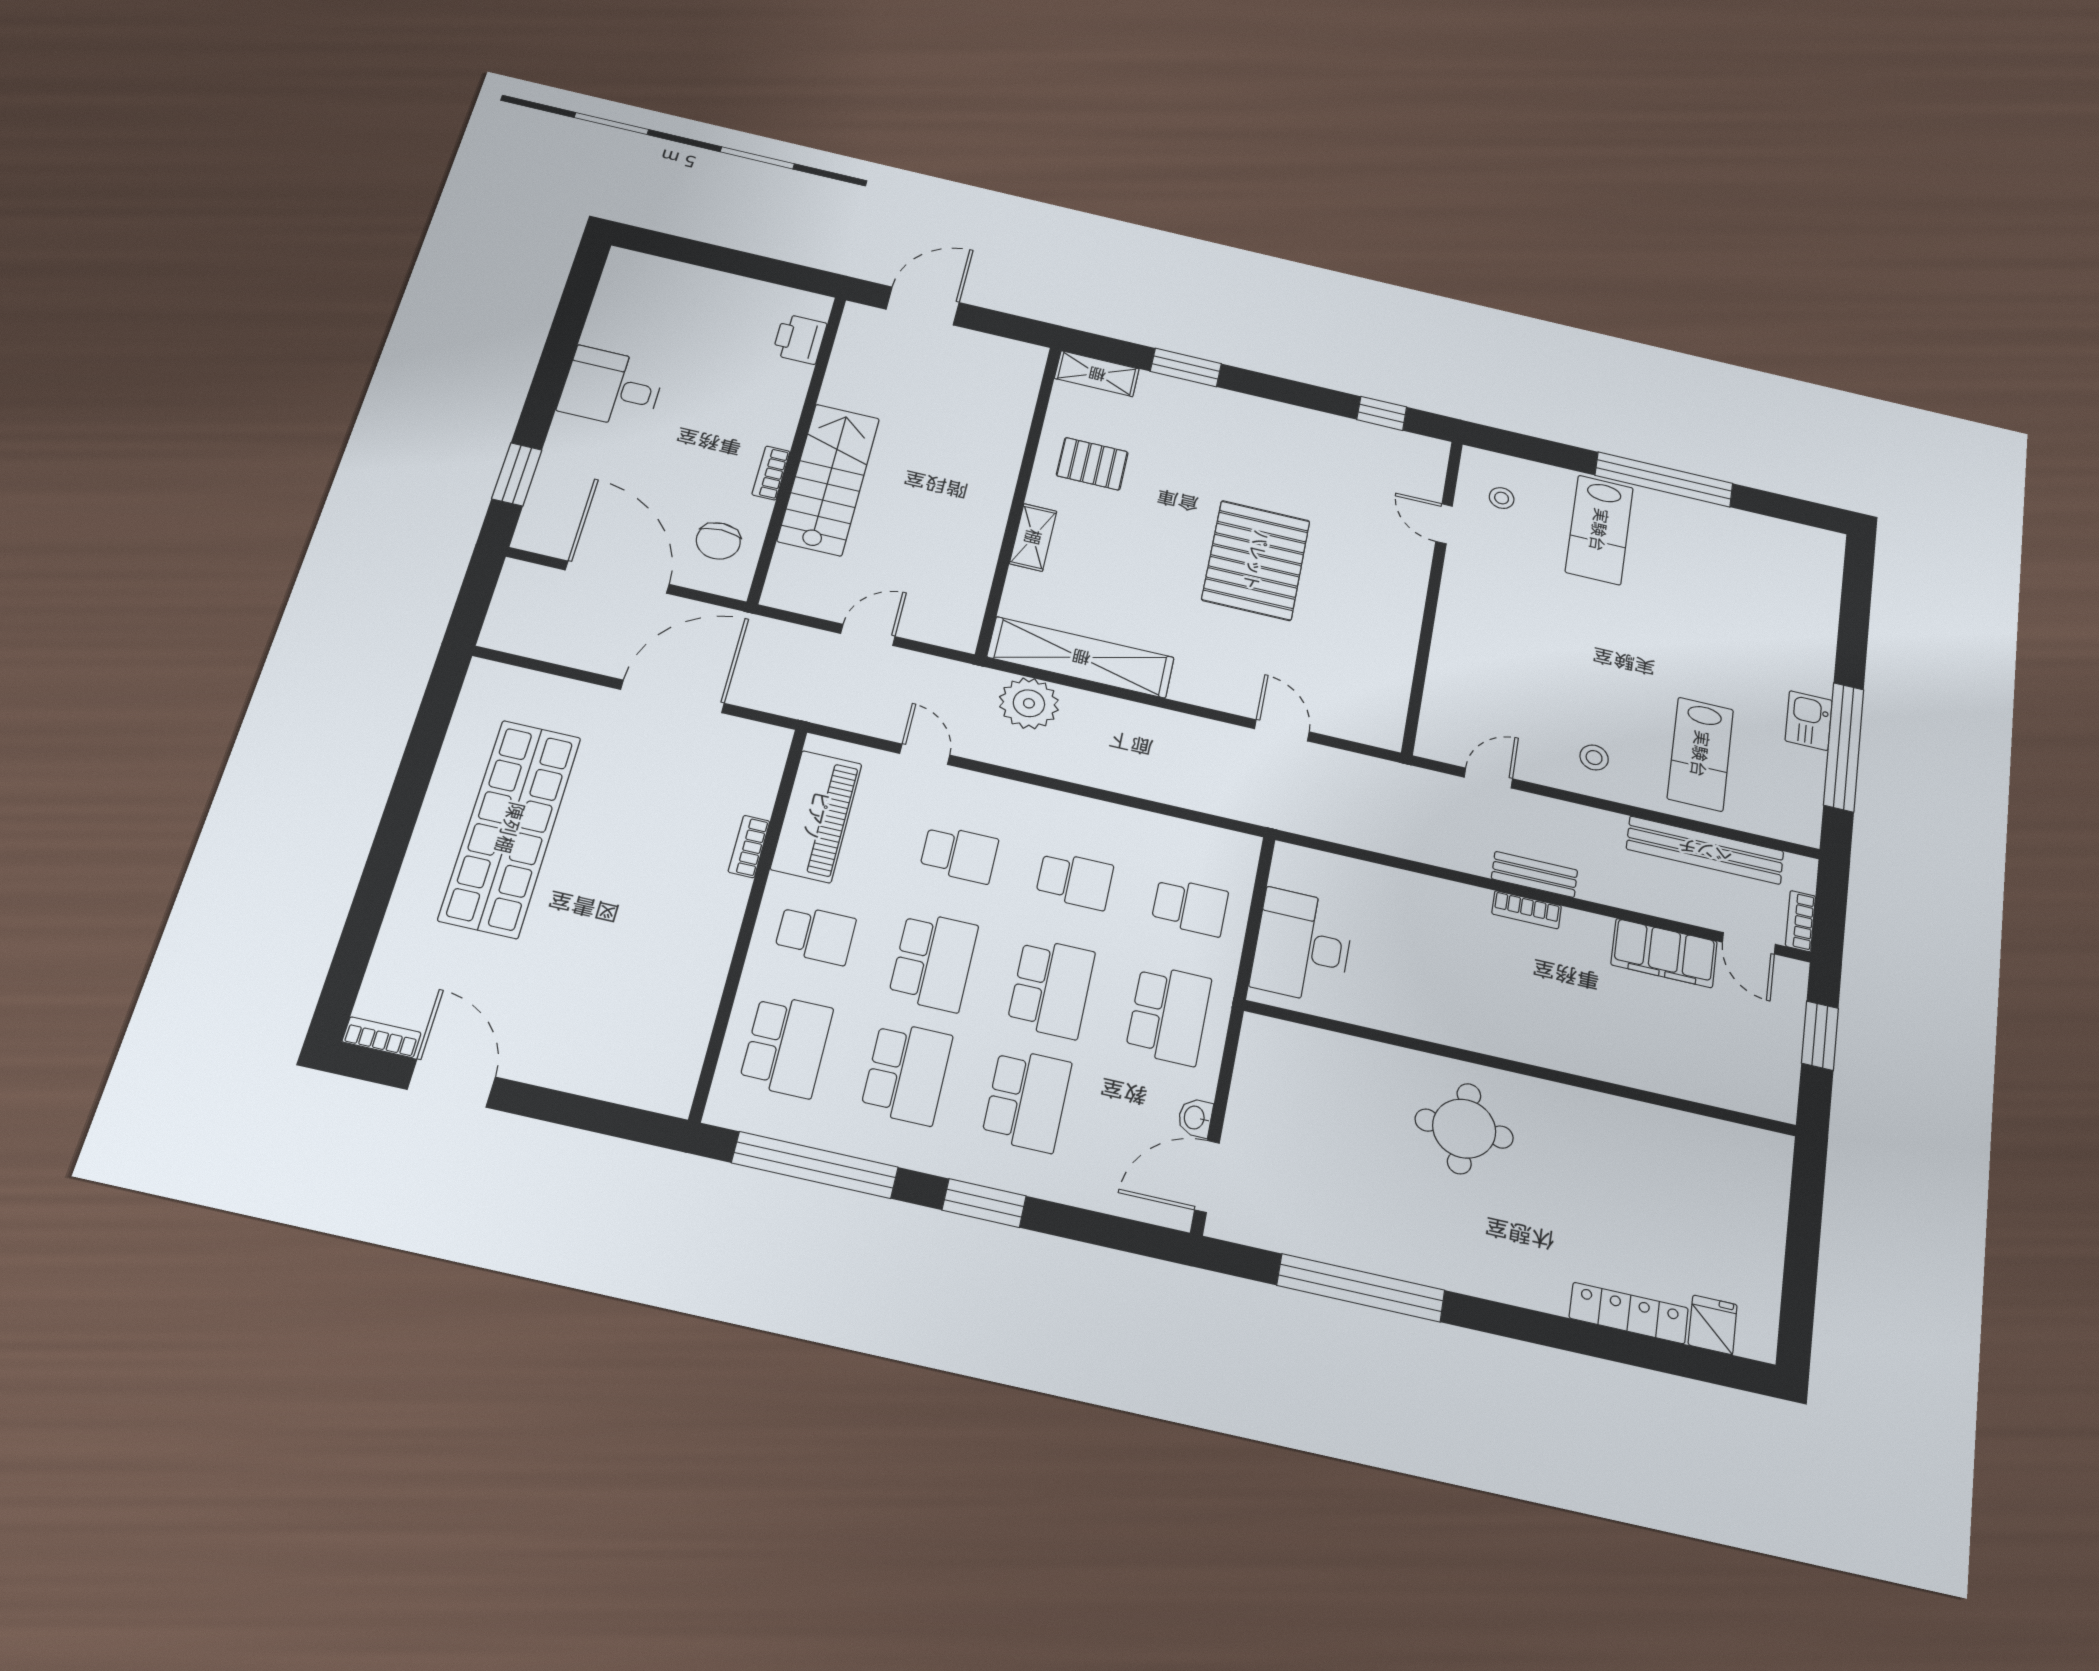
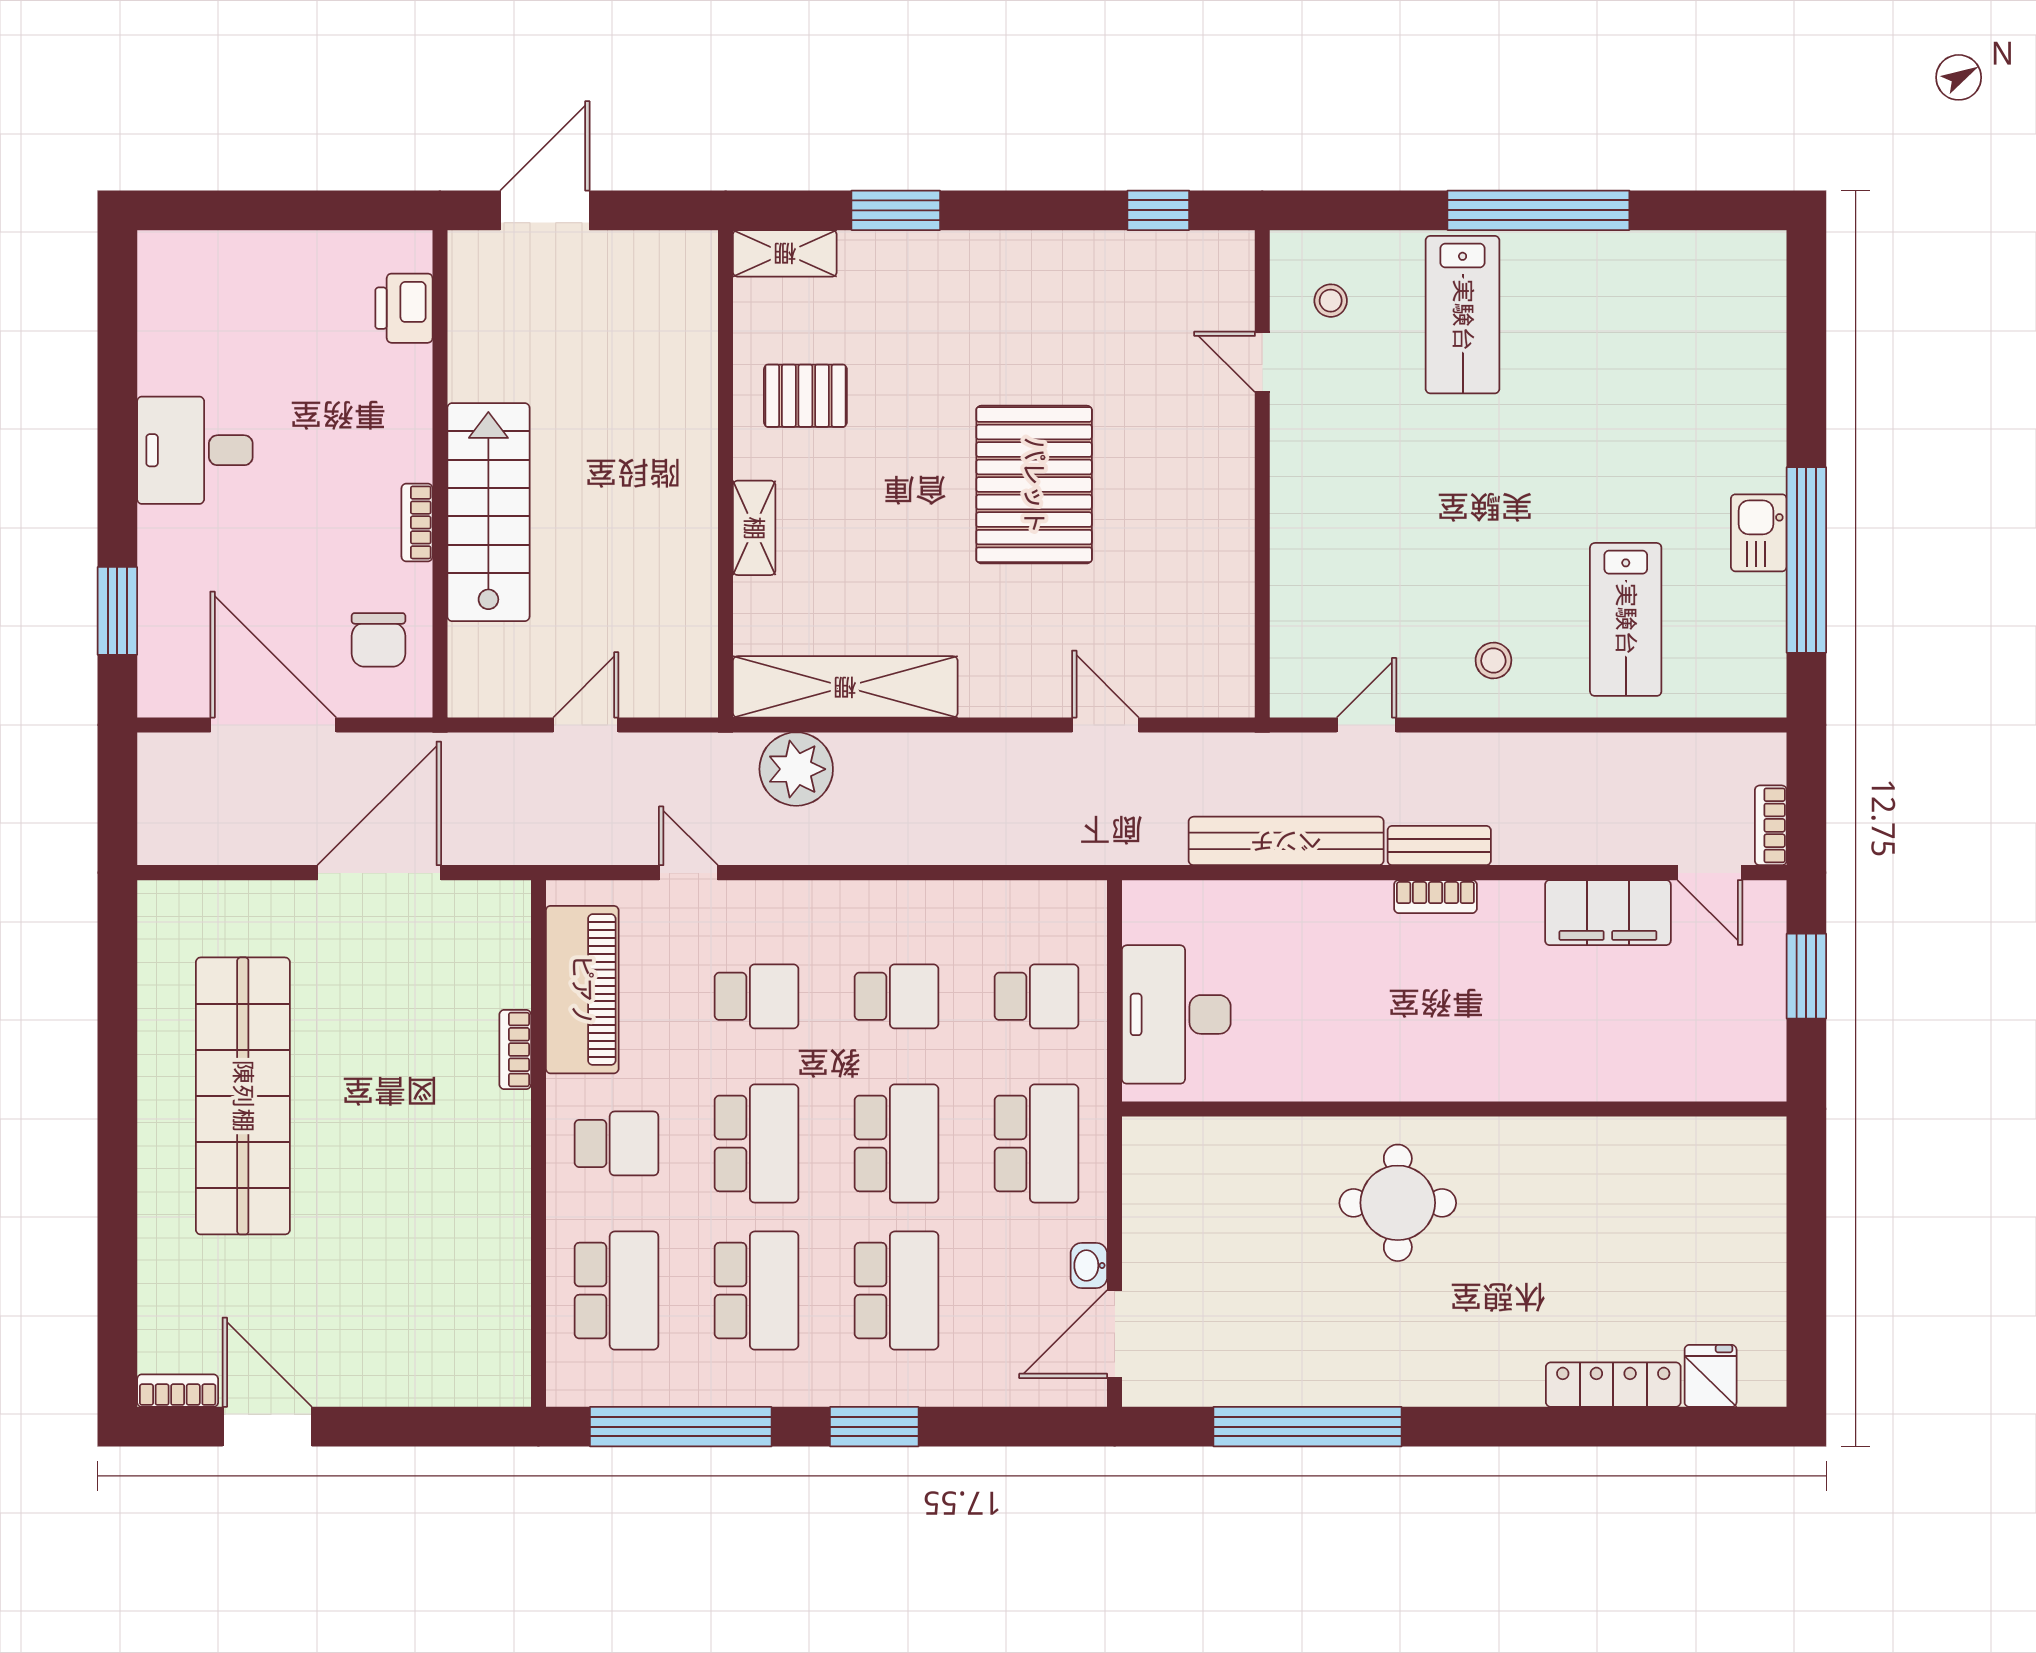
bench: (1705, 850) -> (1286, 841), moved

